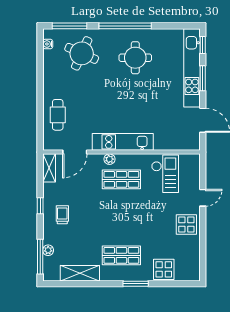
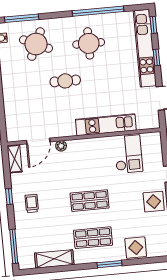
window: (125, 26) -> (98, 11), moved
window: (203, 78) -> (156, 57), width x0.67
cafe table: (58, 115) -> (65, 81), moved, turned 90
kitchen unit: (123, 142) -> (106, 125), moved
plant: (109, 159) -> (61, 146), moved
shop shelf: (121, 179) -> (90, 201), moved
plant: (48, 250) -> (21, 239), removed

